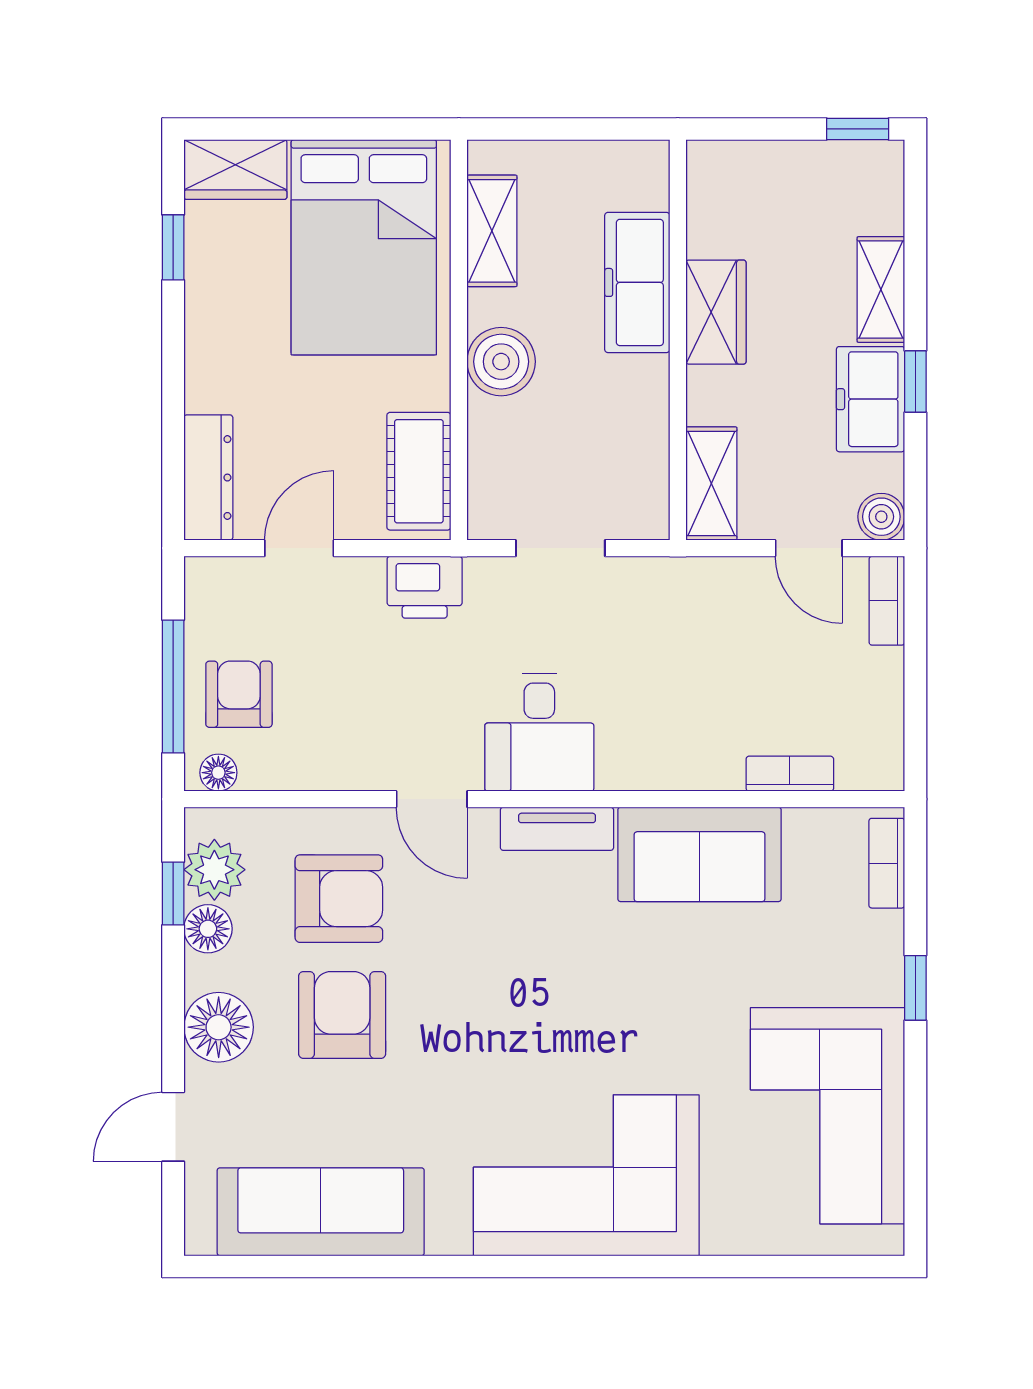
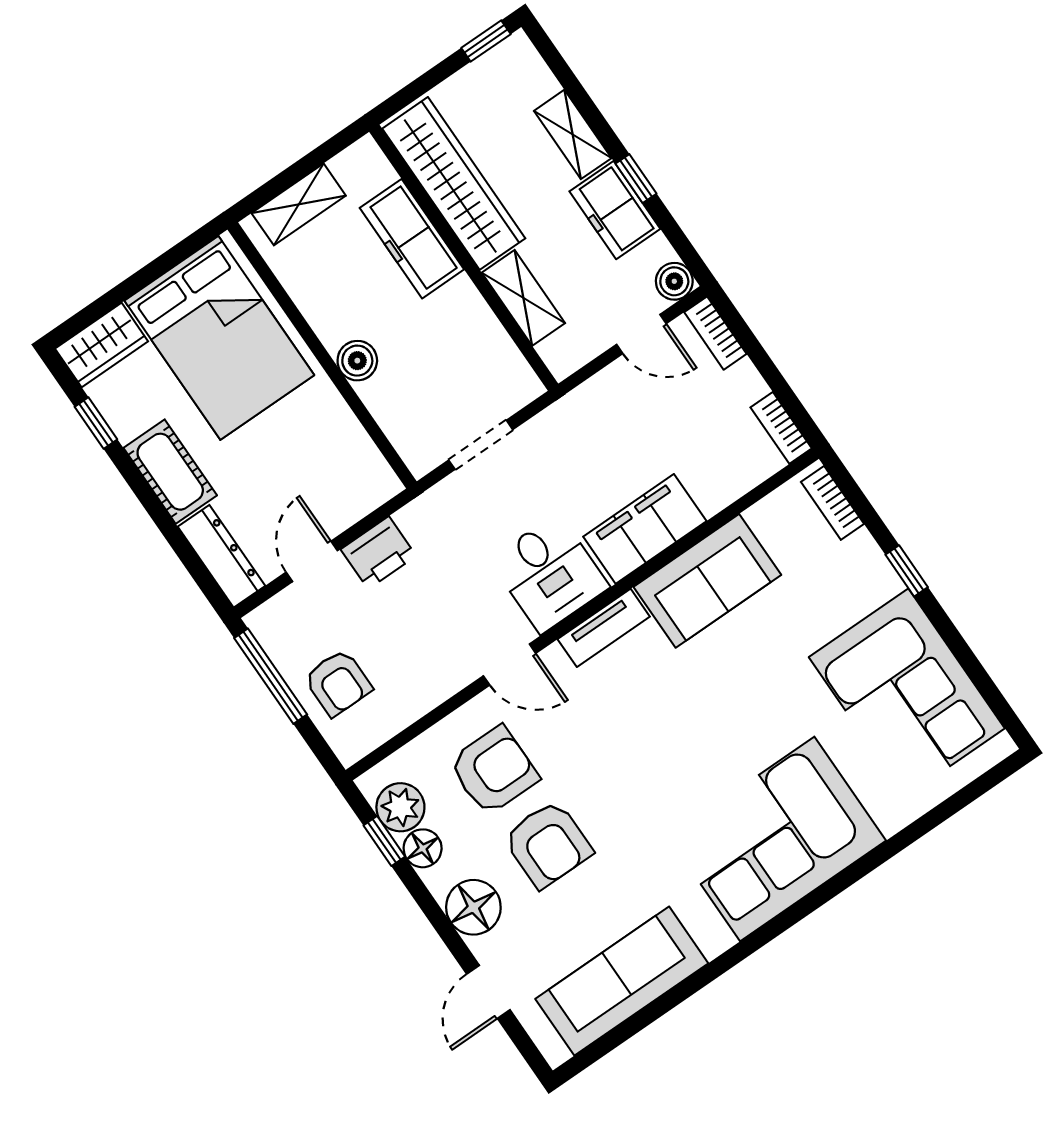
shelving: (492, 231) -> (299, 204), moved, turned 90
wardrobe: (716, 312) -> (454, 183), width x2.10, depth x1.17
boiler: (501, 362) -> (357, 361), width x0.73, depth x0.73
cot: (419, 471) -> (170, 472), moved
shelving: (711, 484) -> (523, 298), moved
printer: (425, 587) -> (378, 553), moved
window: (173, 687) -> (271, 676), moved
armchair: (239, 694) -> (338, 683), turned 180
filing cabinet: (672, 755) -> (645, 529), added
floor lamp: (218, 773) -> (360, 743), removed
bookcase: (790, 774) -> (781, 428), moved, turned -90
armchair: (342, 1015) -> (548, 844), turned 180

